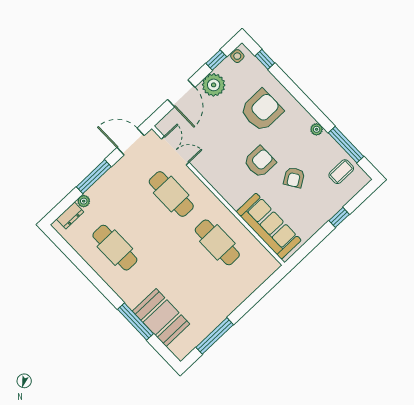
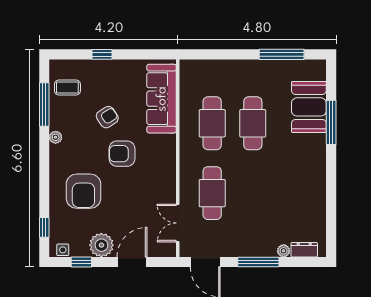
armchair: (262, 110) -> (83, 191), turned -90
cafe table: (115, 248) -> (253, 123), moved

